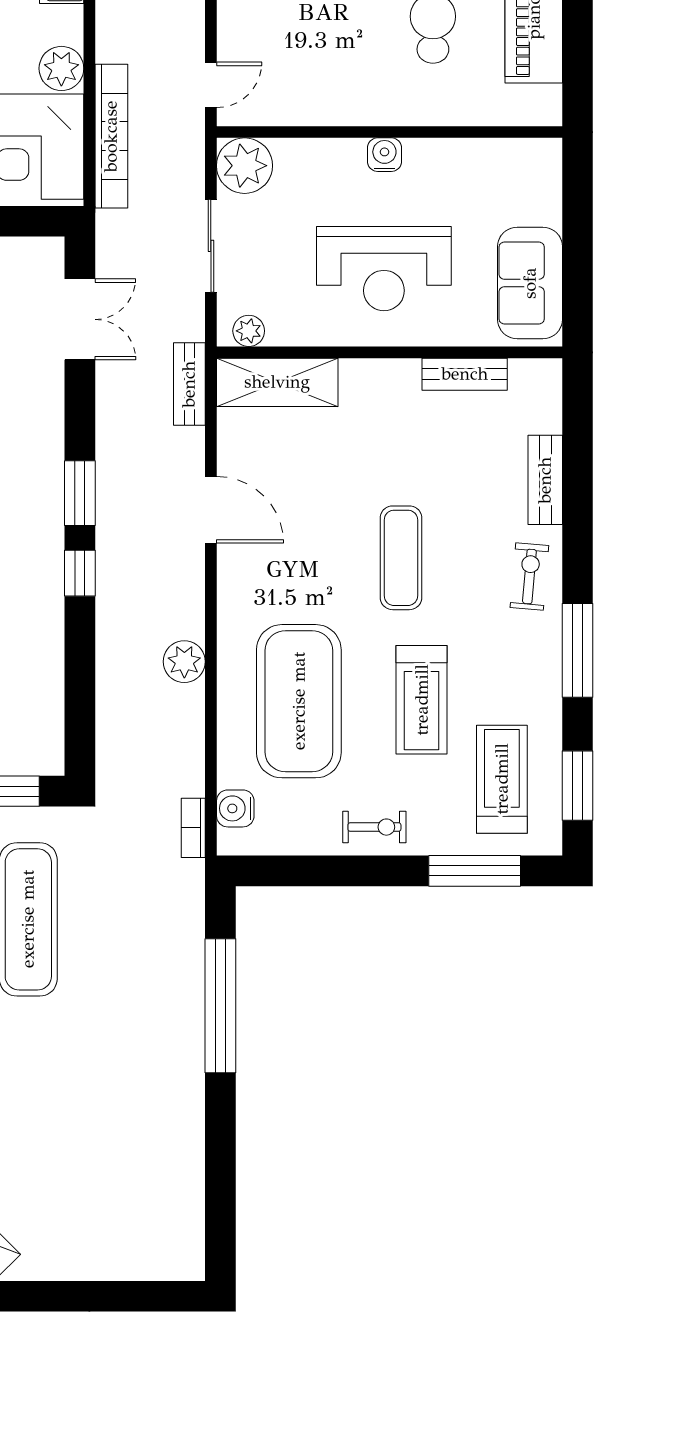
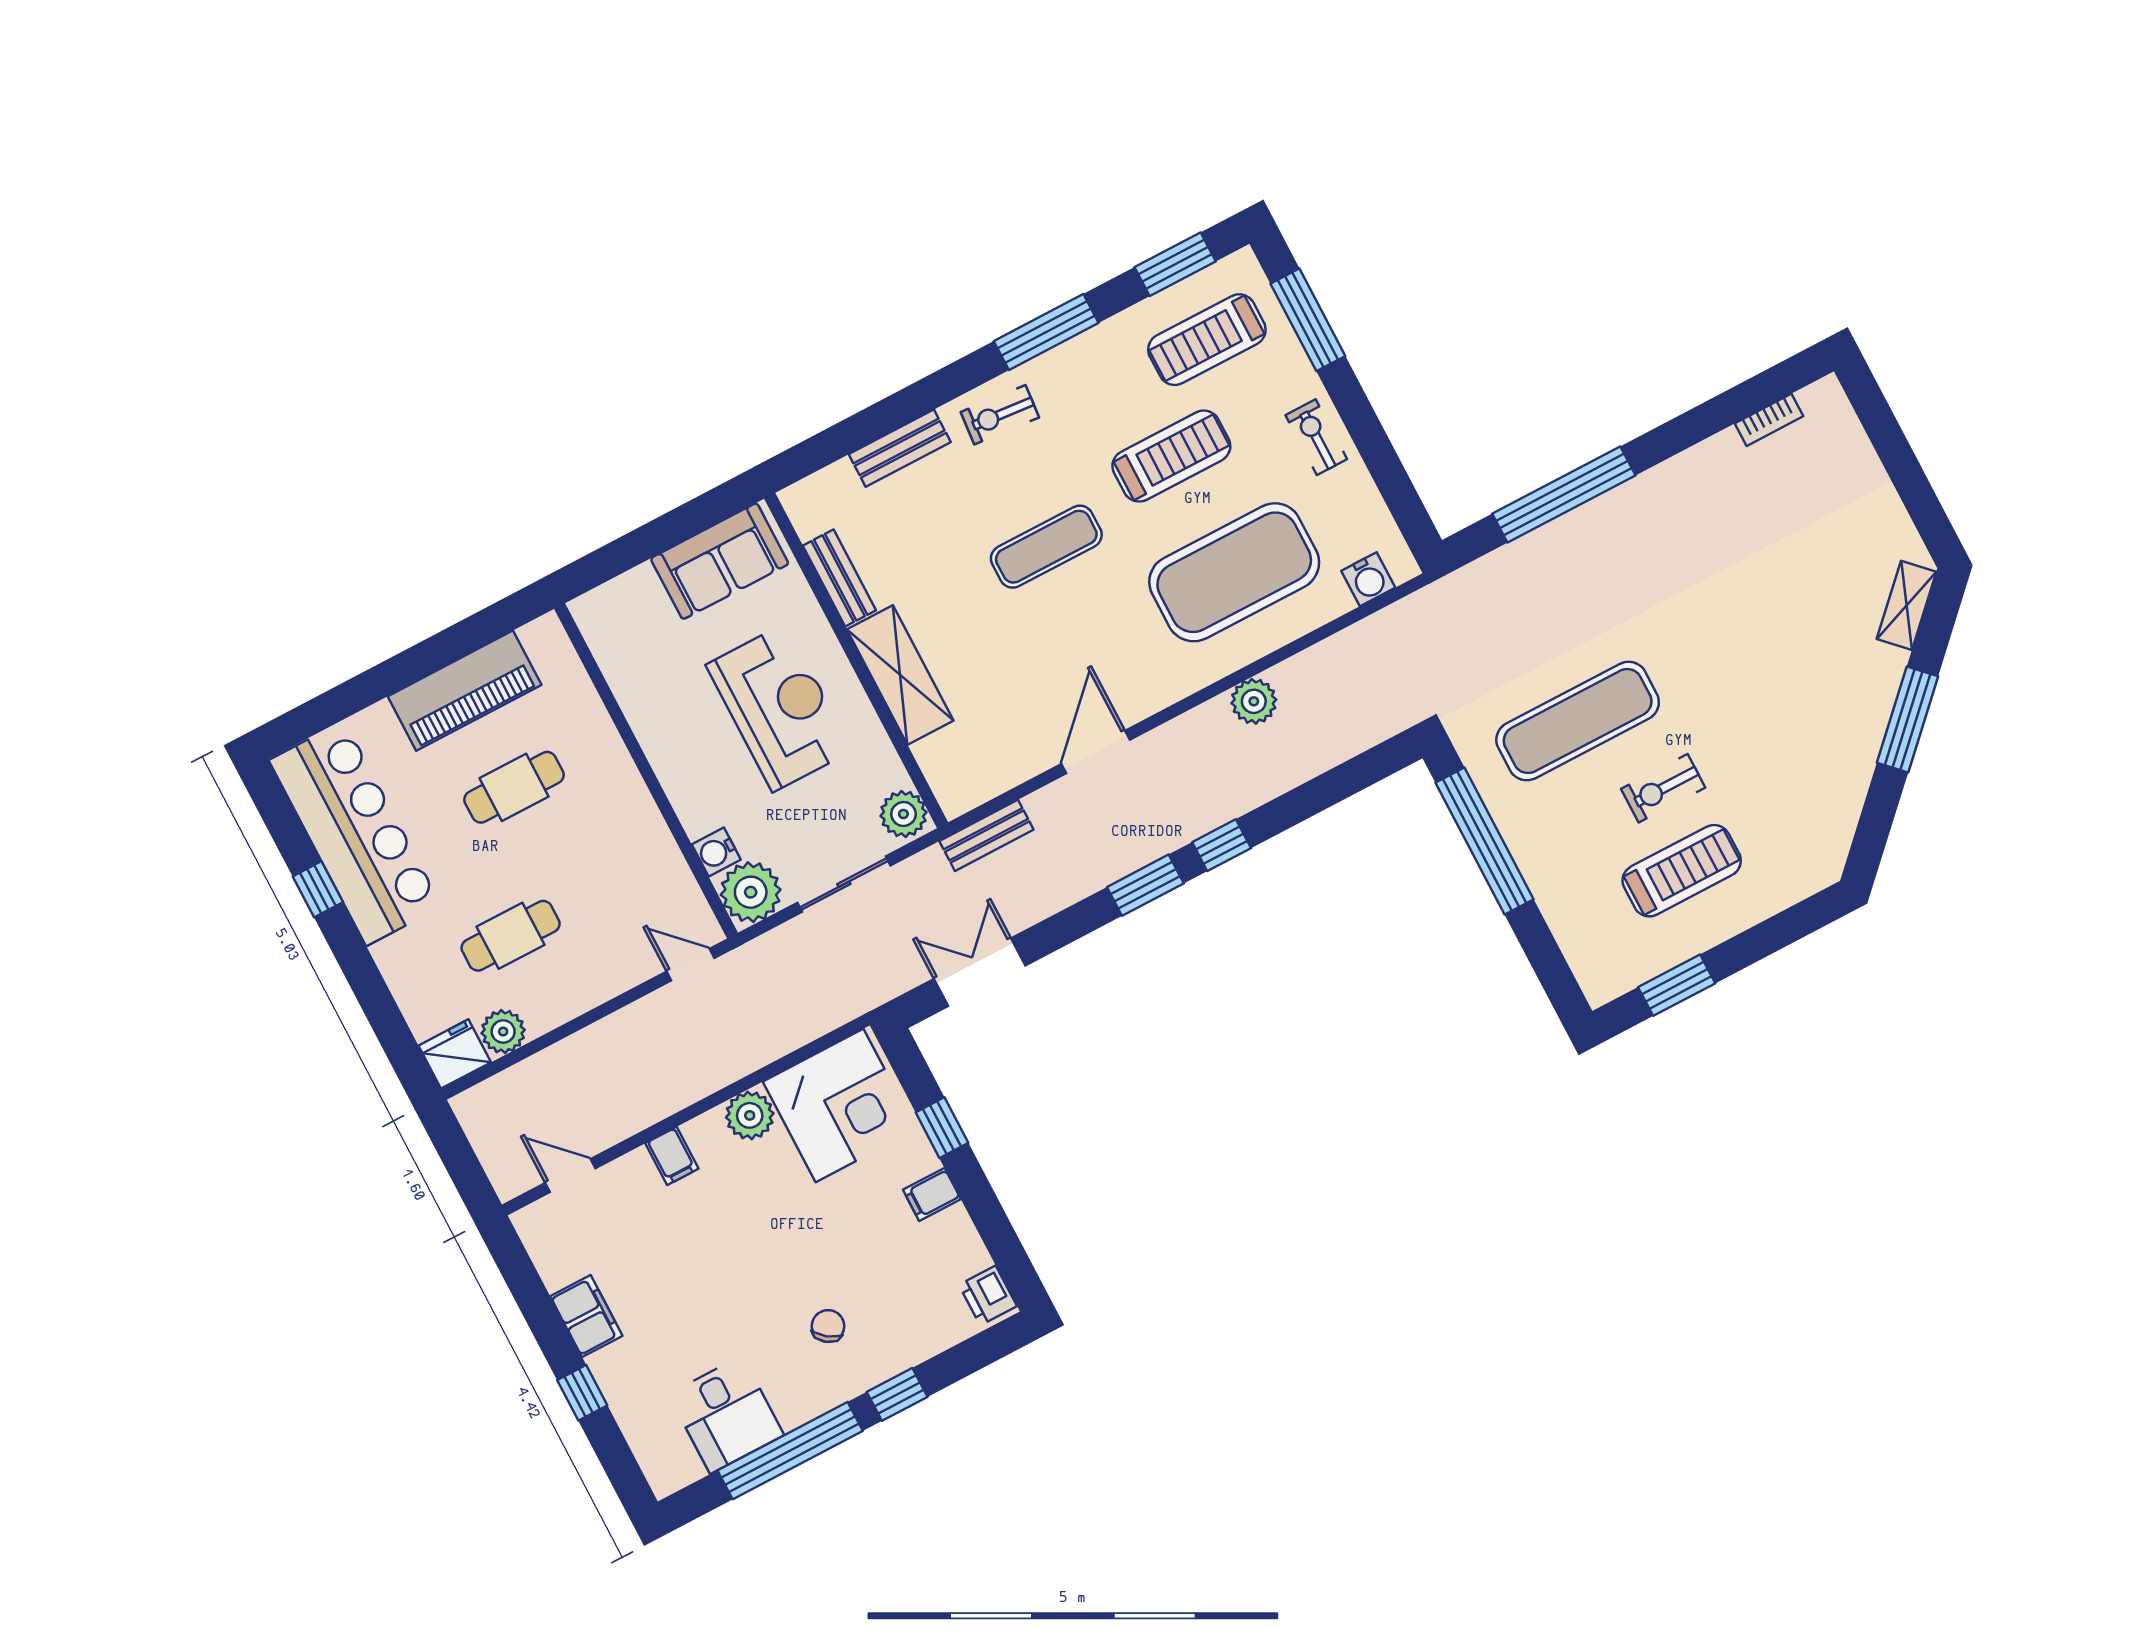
bookcase: (111, 136) -> (789, 1034), removed
water cooler: (384, 155) -> (716, 852), moved
plant: (249, 331) -> (903, 814), width x1.38, depth x1.38
shelving: (277, 382) -> (900, 675), moved
bookcase: (193, 828) -> (1769, 420), moved

